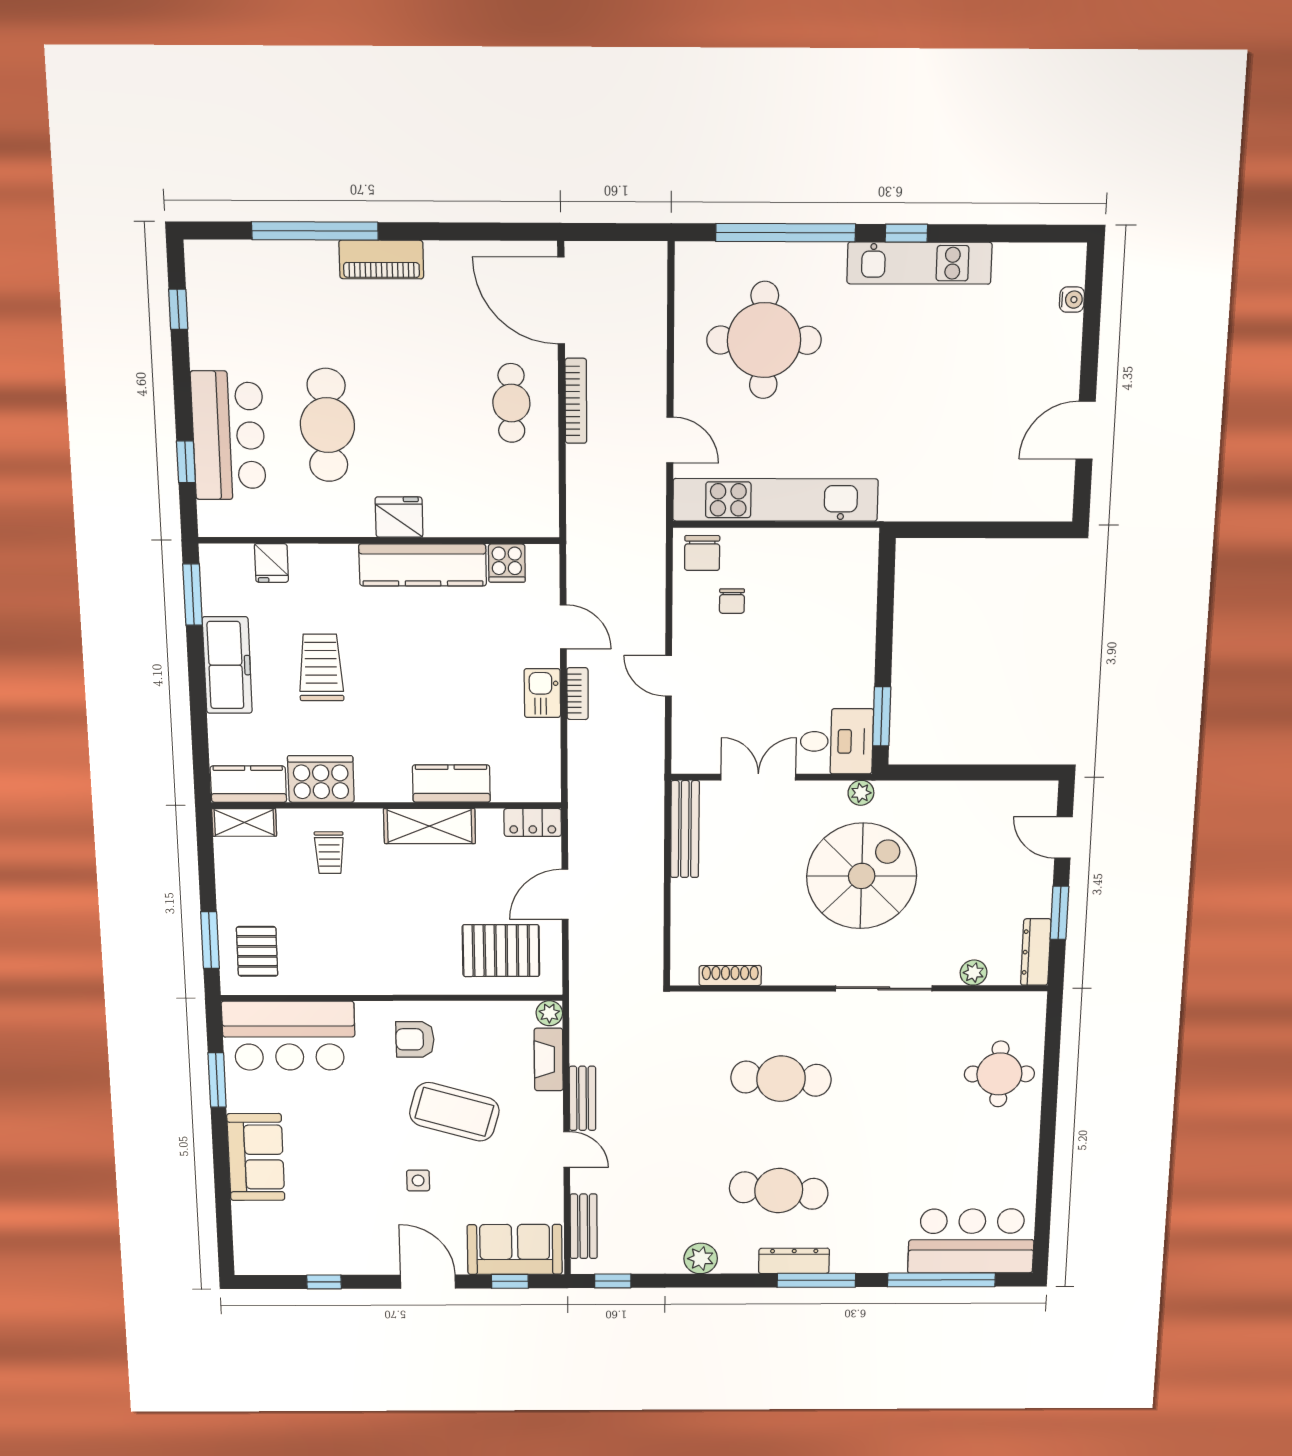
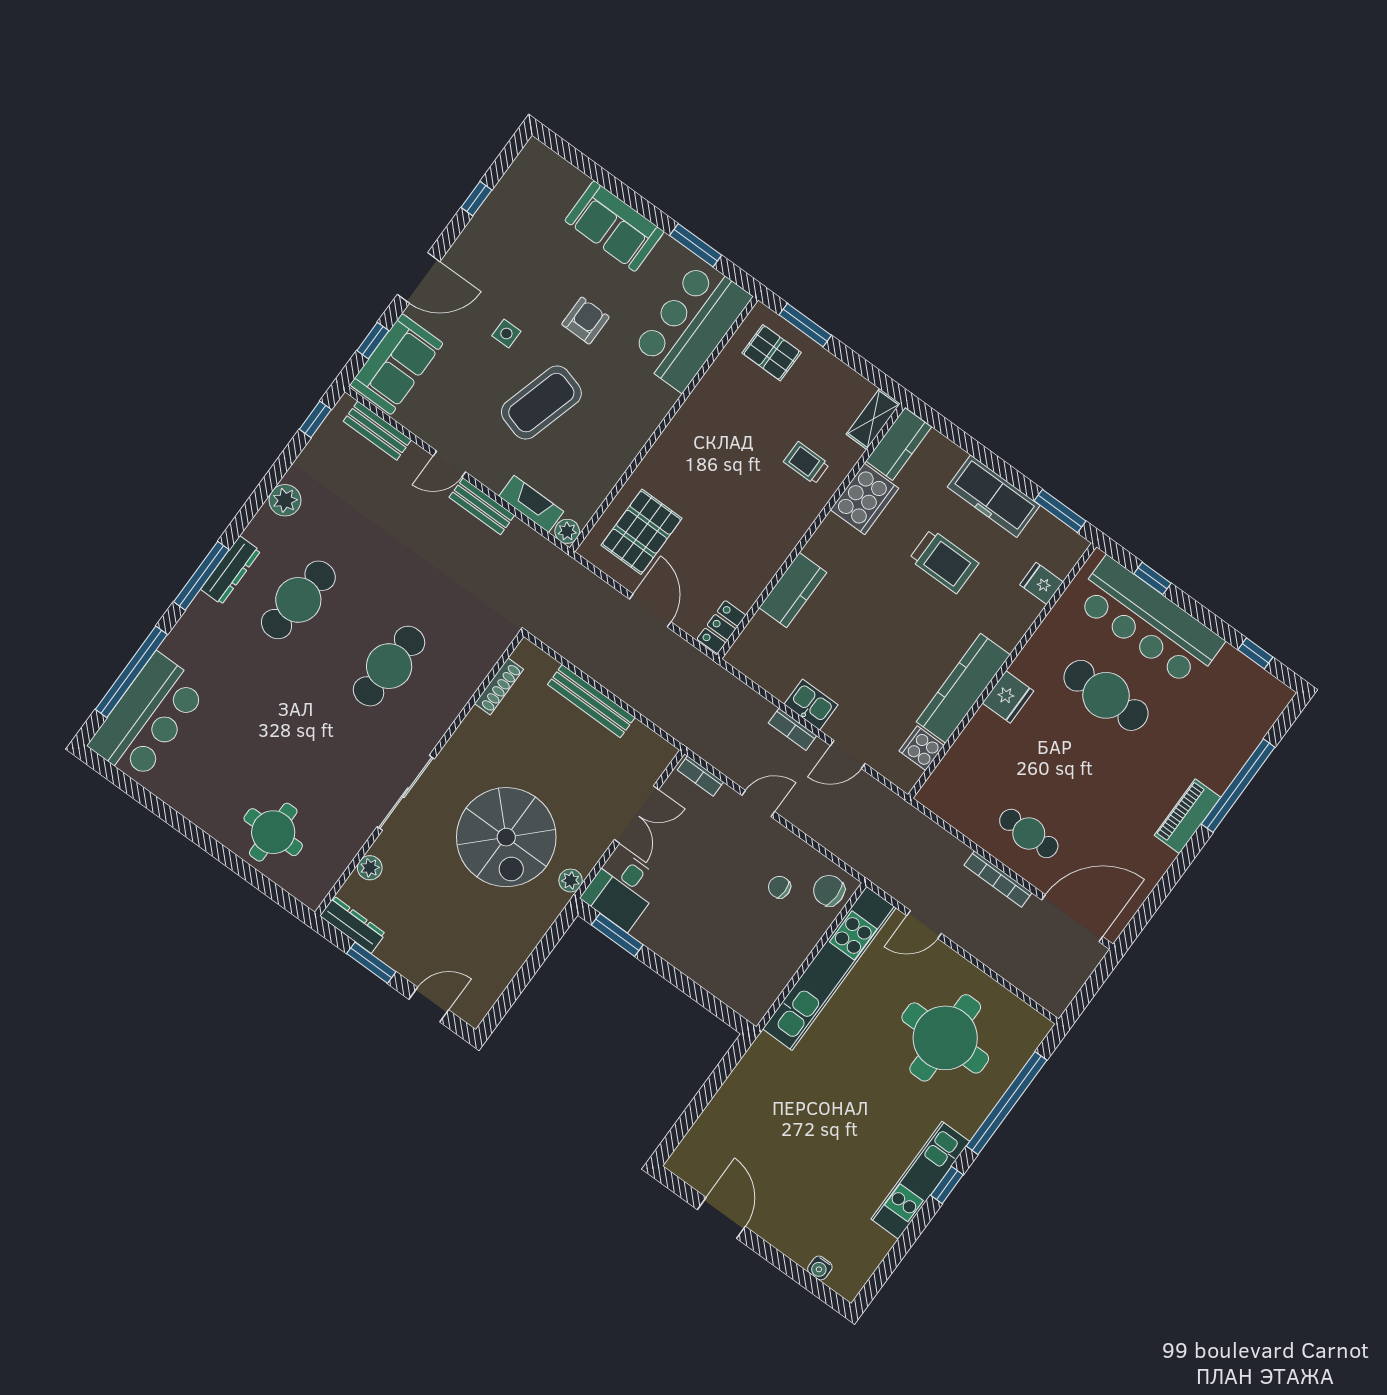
bar counter: (228, 436) -> (1149, 622), width x1.36
bookcase: (681, 745) -> (700, 776), added
shelving: (430, 826) -> (773, 551), removed
bench: (685, 829) -> (591, 701), moved
armchair: (415, 1039) -> (585, 321), moved

